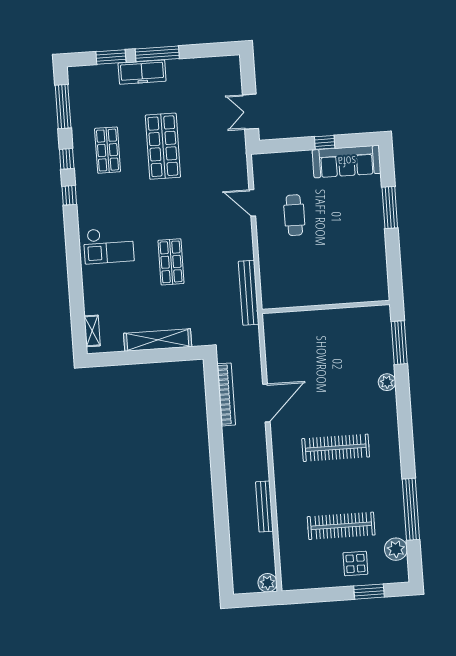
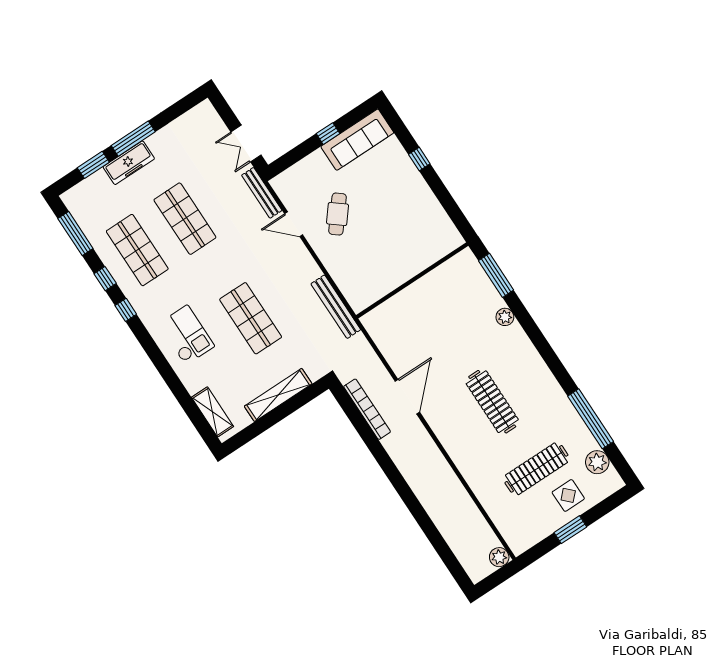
shop shelf: (108, 150) -> (137, 250), width x1.43, depth x1.36
window: (390, 208) -> (419, 159), width x0.46
cafe table: (294, 215) -> (338, 214), turned 39
checkout: (109, 245) -> (186, 335), turned -90
shop shelf: (171, 262) -> (251, 318), width x1.43, depth x1.36
shelving: (92, 331) -> (213, 412), width x1.50, depth x1.33
clothes rail: (336, 448) -> (492, 402), turned 90
bench: (264, 506) -> (262, 193), moved
window: (369, 592) -> (570, 530), moved

